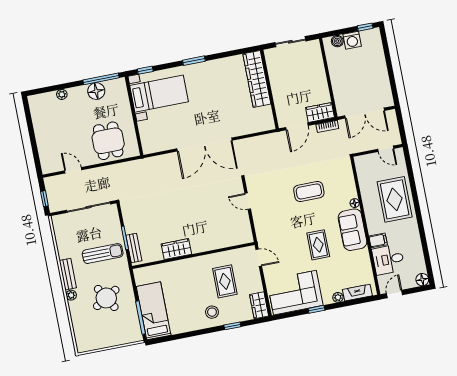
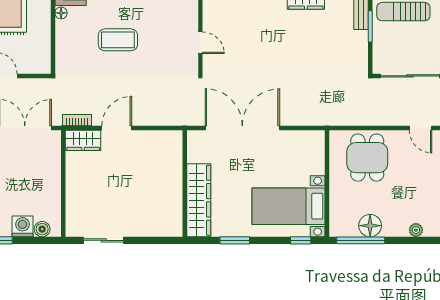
wardrobe: (257, 79) -> (199, 200), moved
wall: (269, 89) -> (185, 183), moved

